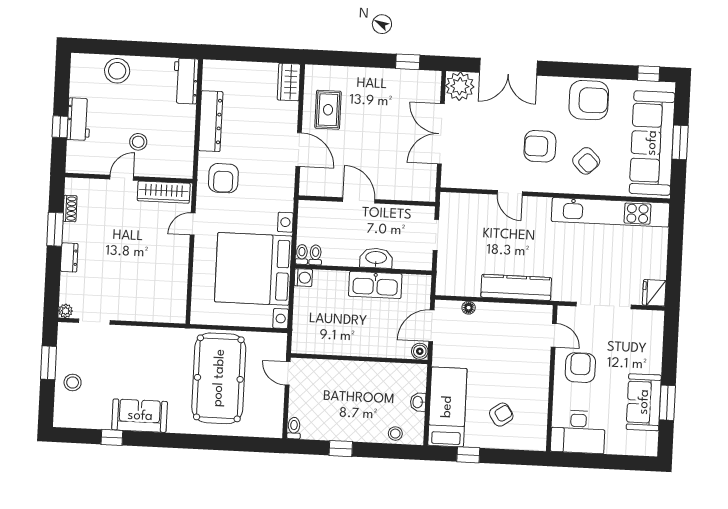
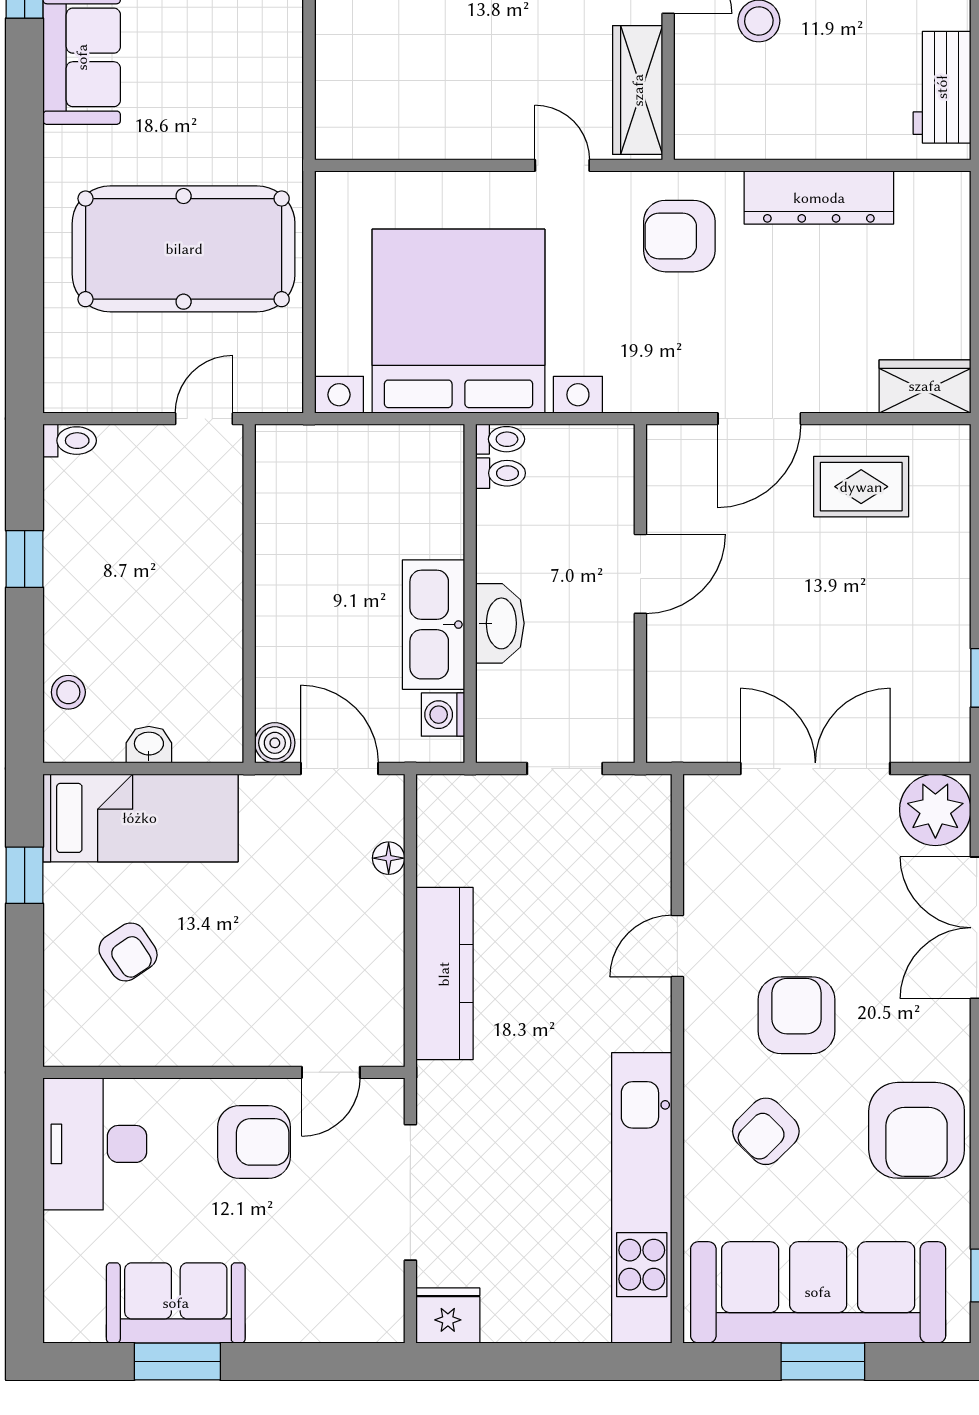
workbench: (186, 81) -> (942, 87), moved, turned -90
washing machine: (303, 278) -> (443, 715), moved, turned 90

